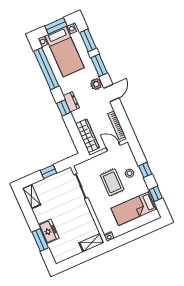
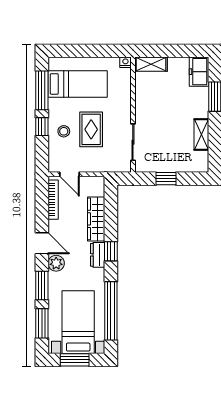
door: (111, 93) -> (42, 243), swing flipped
wardrobe: (87, 136) -> (96, 219), moved
window: (156, 194) -> (42, 90), width x2.17
shelving: (32, 197) -> (201, 135), moved
freezer: (49, 231) -> (199, 72), moved

